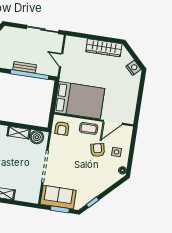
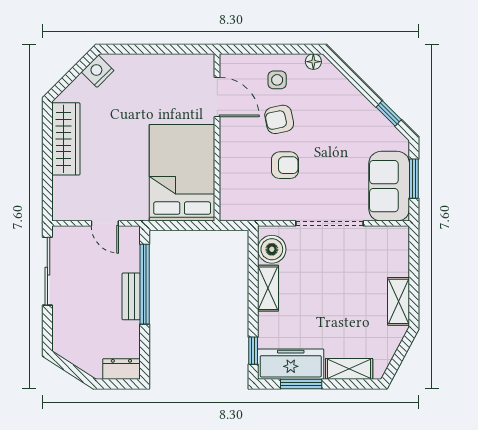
door: (61, 60) -> (105, 223), hinge flipped
armchair: (62, 128) -> (285, 165), moved
coffee table: (89, 128) -> (237, 145), removed

